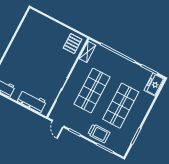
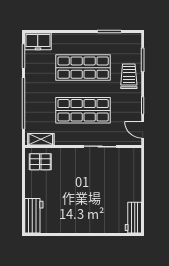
workbench: (32, 101) -> (34, 216), moved, turned 180
door: (58, 124) -> (143, 130), swing flipped

